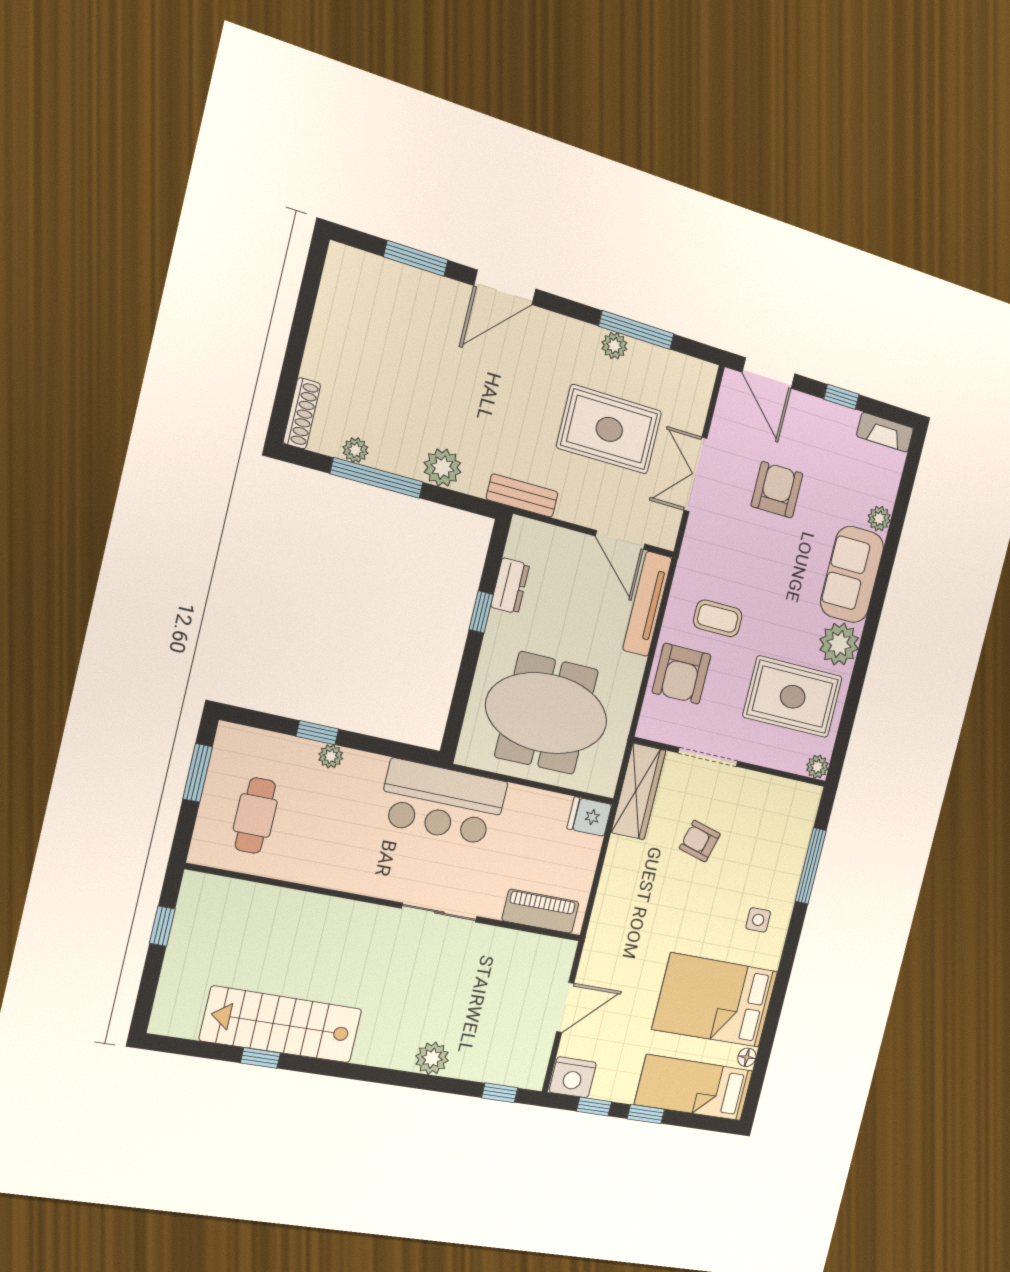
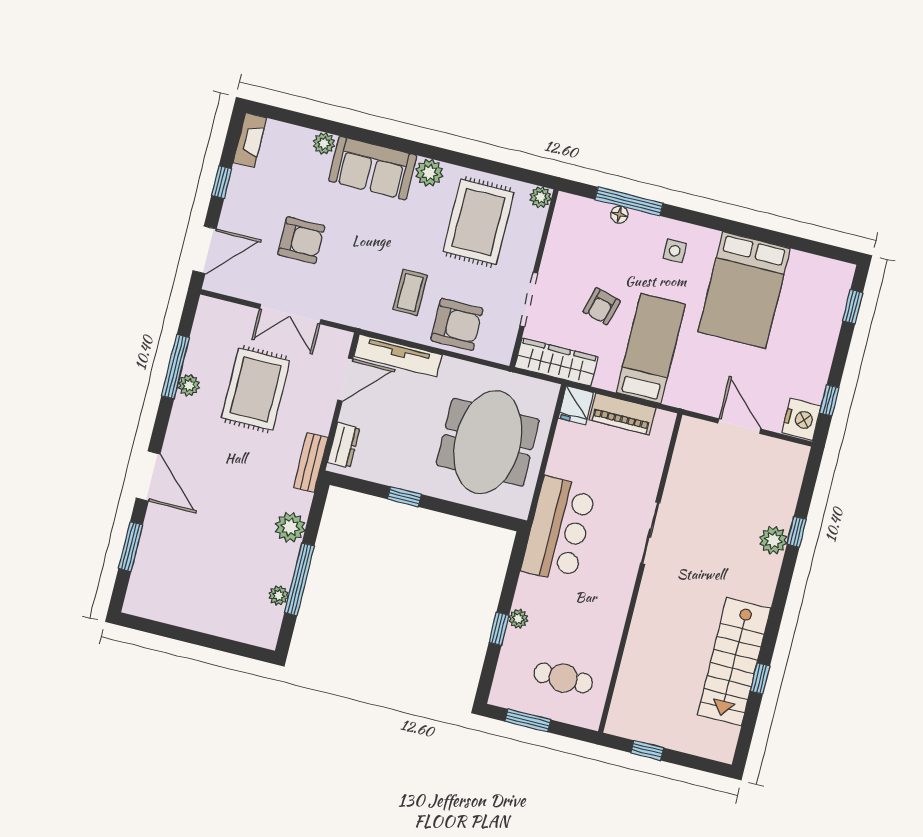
shoe rack: (302, 413) -> (252, 636), removed
armchair: (777, 490) -> (301, 240), turned 180
dresser: (510, 586) -> (344, 445), moved, turned 90
plant: (839, 644) -> (429, 173), width x0.73, depth x0.73
piano: (541, 911) -> (622, 414), moved, turned -90
floor lamp: (747, 1057) -> (619, 215), moved
bed: (694, 1088) -> (651, 348), moved, turned 180
window: (500, 1093) -> (797, 532), moved
window: (646, 1114) -> (853, 307), moved

